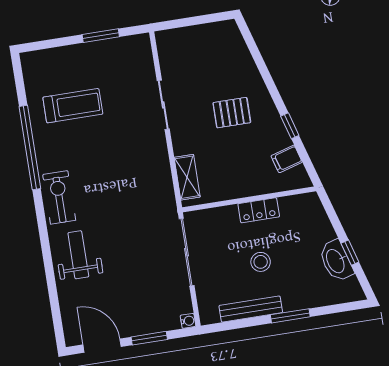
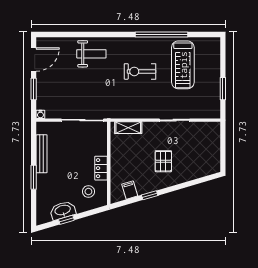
treadmill: (73, 106) -> (183, 65), width x1.37, depth x1.37
exercise bike: (59, 197) -> (140, 71), moved, turned 180
stool: (261, 262) -> (88, 192), moved

